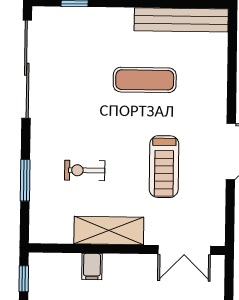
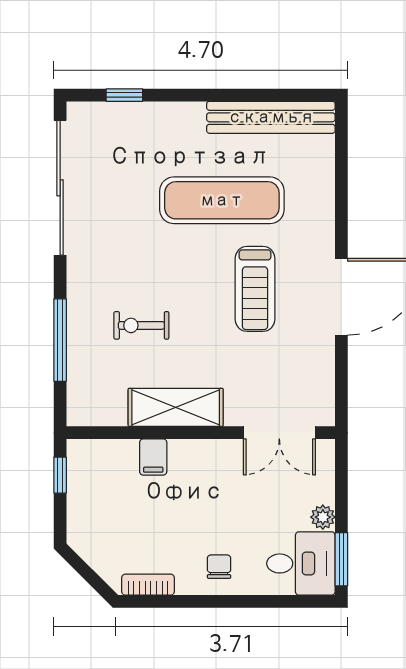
exercise mat: (145, 80) -> (222, 200), width x1.36, depth x1.45
treadmill: (164, 167) -> (255, 289), moved
window: (25, 180) -> (60, 340), width x1.44

